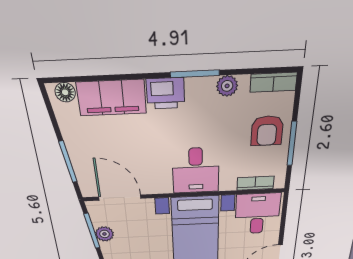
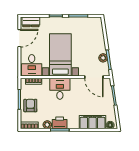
printer: (166, 93) -> (60, 123), moved

